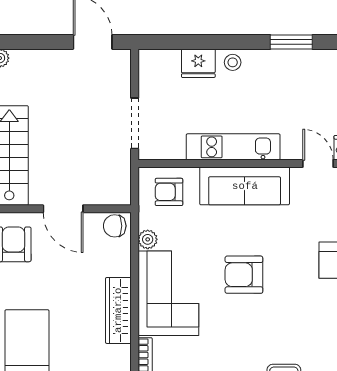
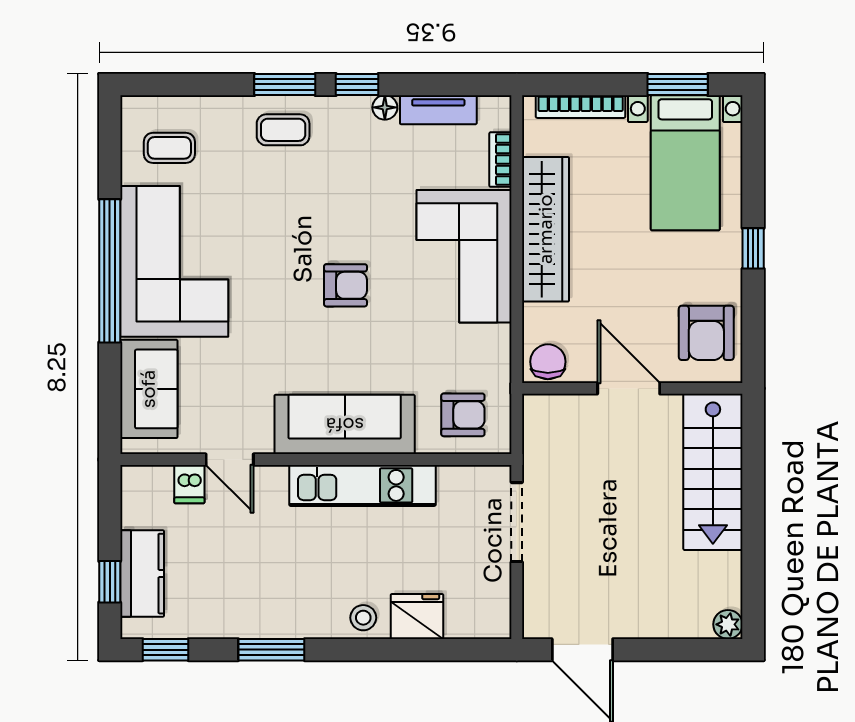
chair: (115, 226) -> (548, 362), turned -90
plant: (148, 239) -> (496, 341), removed
armchair: (244, 275) -> (346, 285), width x0.72, depth x0.72
wardrobe: (118, 310) -> (546, 229), width x1.40, depth x1.17

